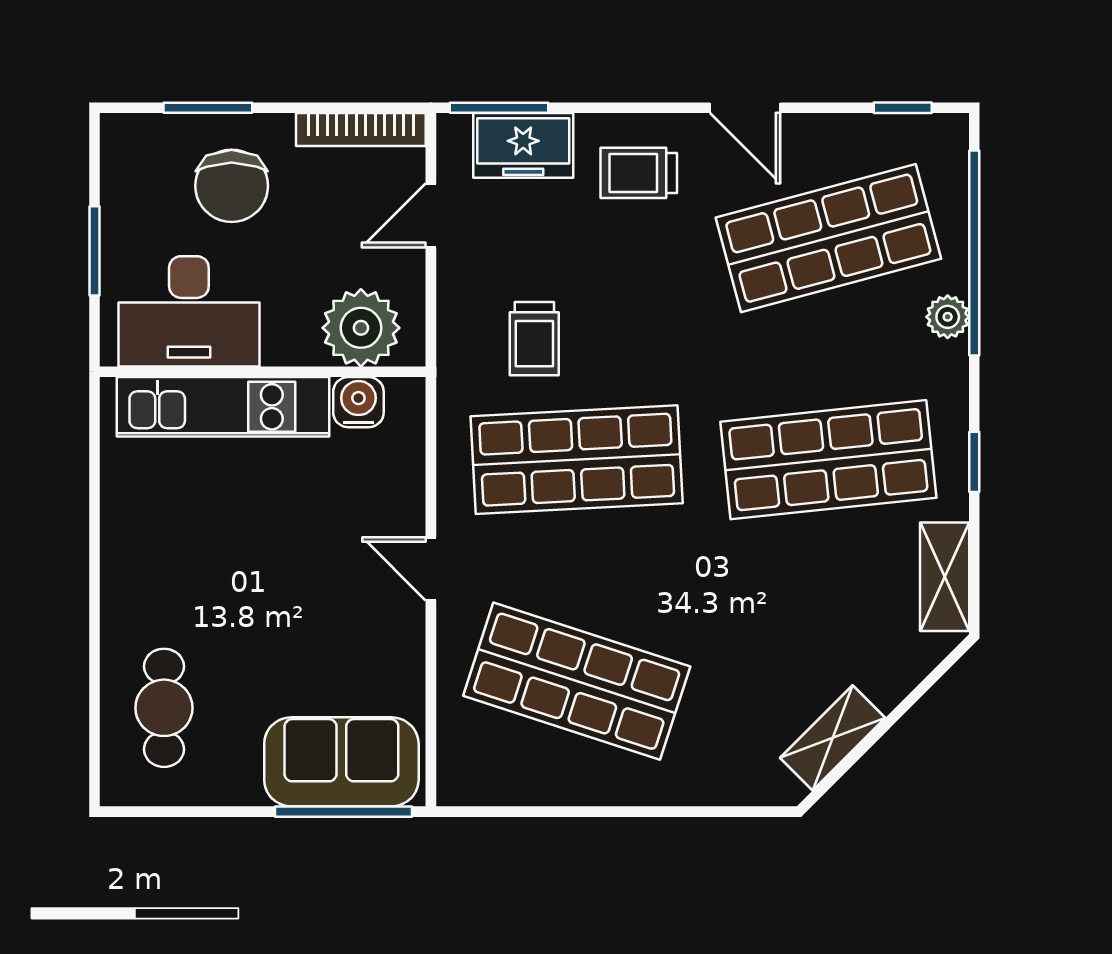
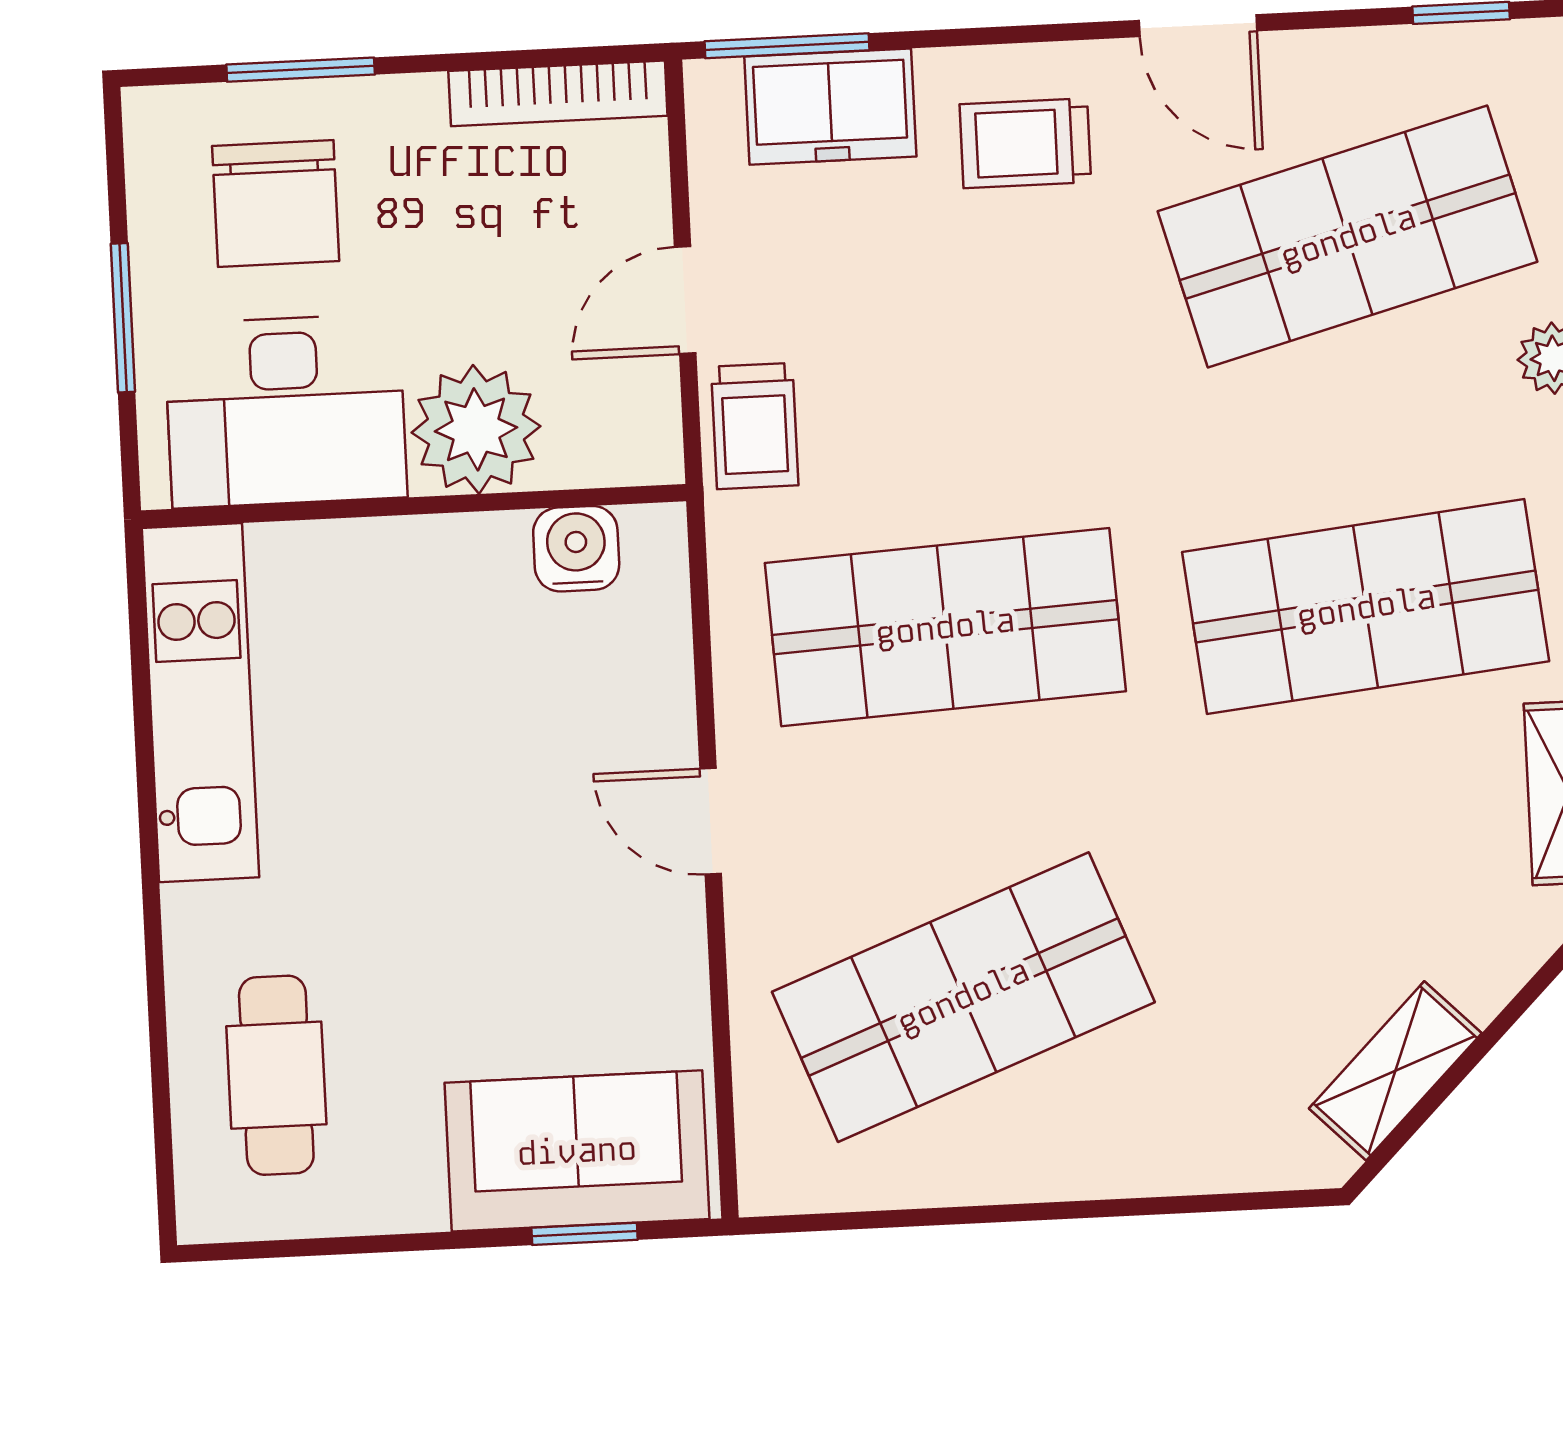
chair: (232, 186) -> (276, 203), moved
door: (431, 215) -> (685, 300), moved
plant: (361, 328) -> (476, 429), moved
trolley: (534, 339) -> (755, 426), moved
kitchen unit: (223, 407) -> (200, 703), moved, turned -90
shop shelf: (577, 681) -> (963, 997), turned -39
window: (343, 812) -> (585, 1234), width x0.46

